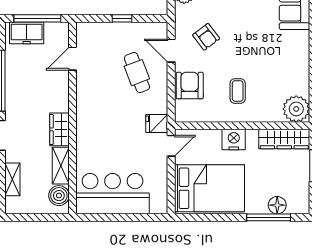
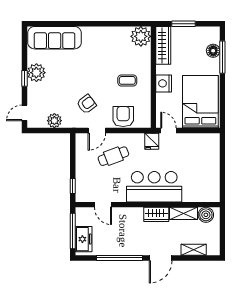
window: (122, 18) -> (73, 186), moved
armchair: (190, 86) -> (123, 117), turned 90
bar counter: (113, 194) -> (154, 187), moved, turned 90

